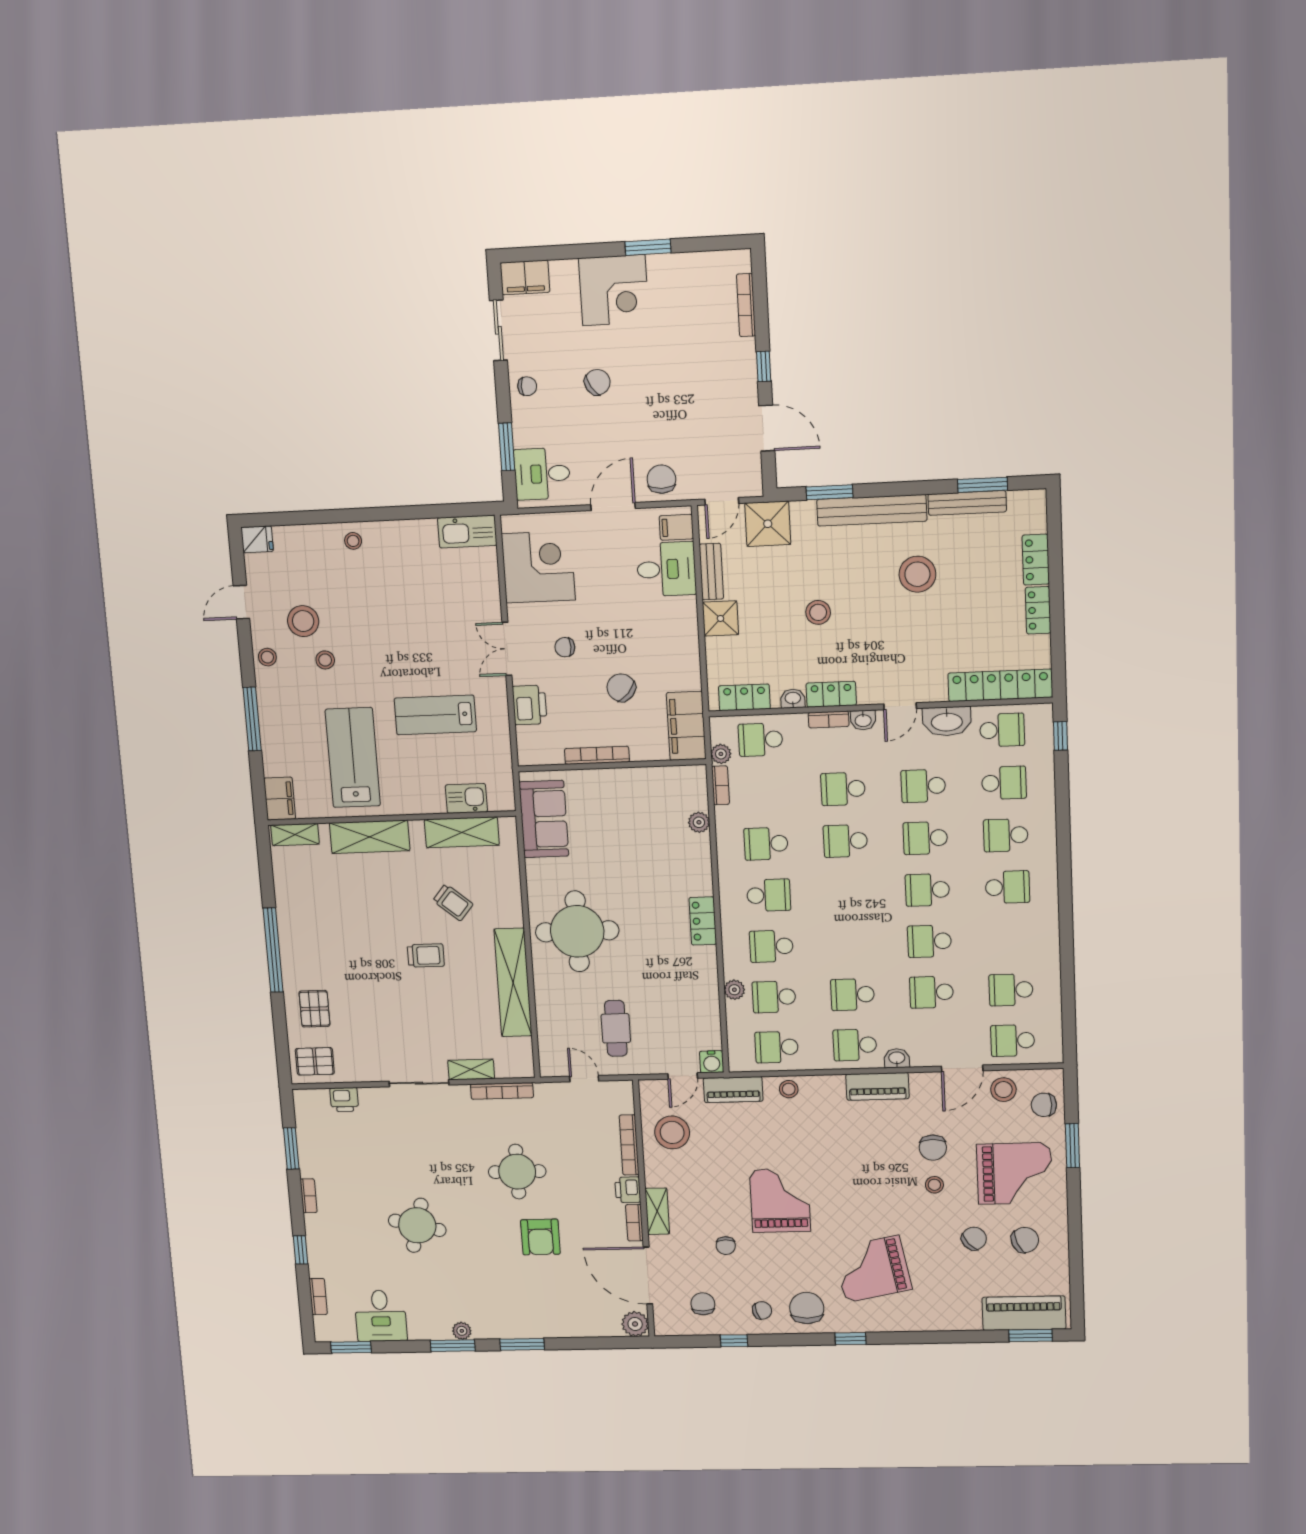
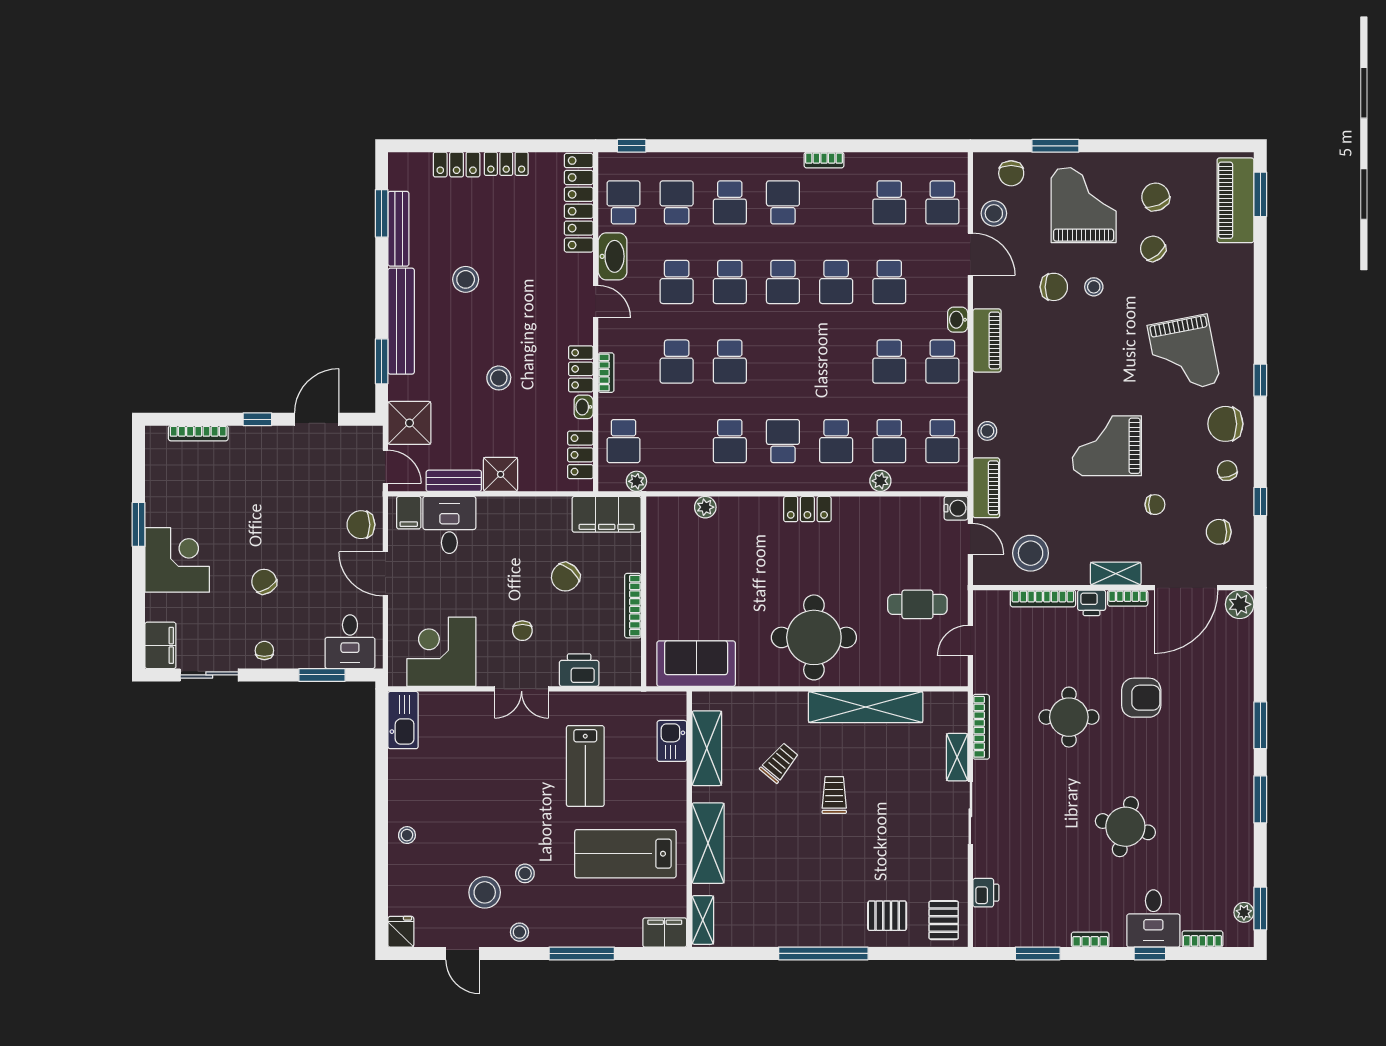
stool: (917, 574) -> (466, 279), width x0.73, depth x0.73
washbasin: (863, 720) -> (608, 339), removed
bookcase: (720, 785) -> (824, 160), moved, turned 180
desk: (381, 1316) -> (1153, 918), moved, turned 90
plant: (462, 1331) -> (1244, 912), moved

